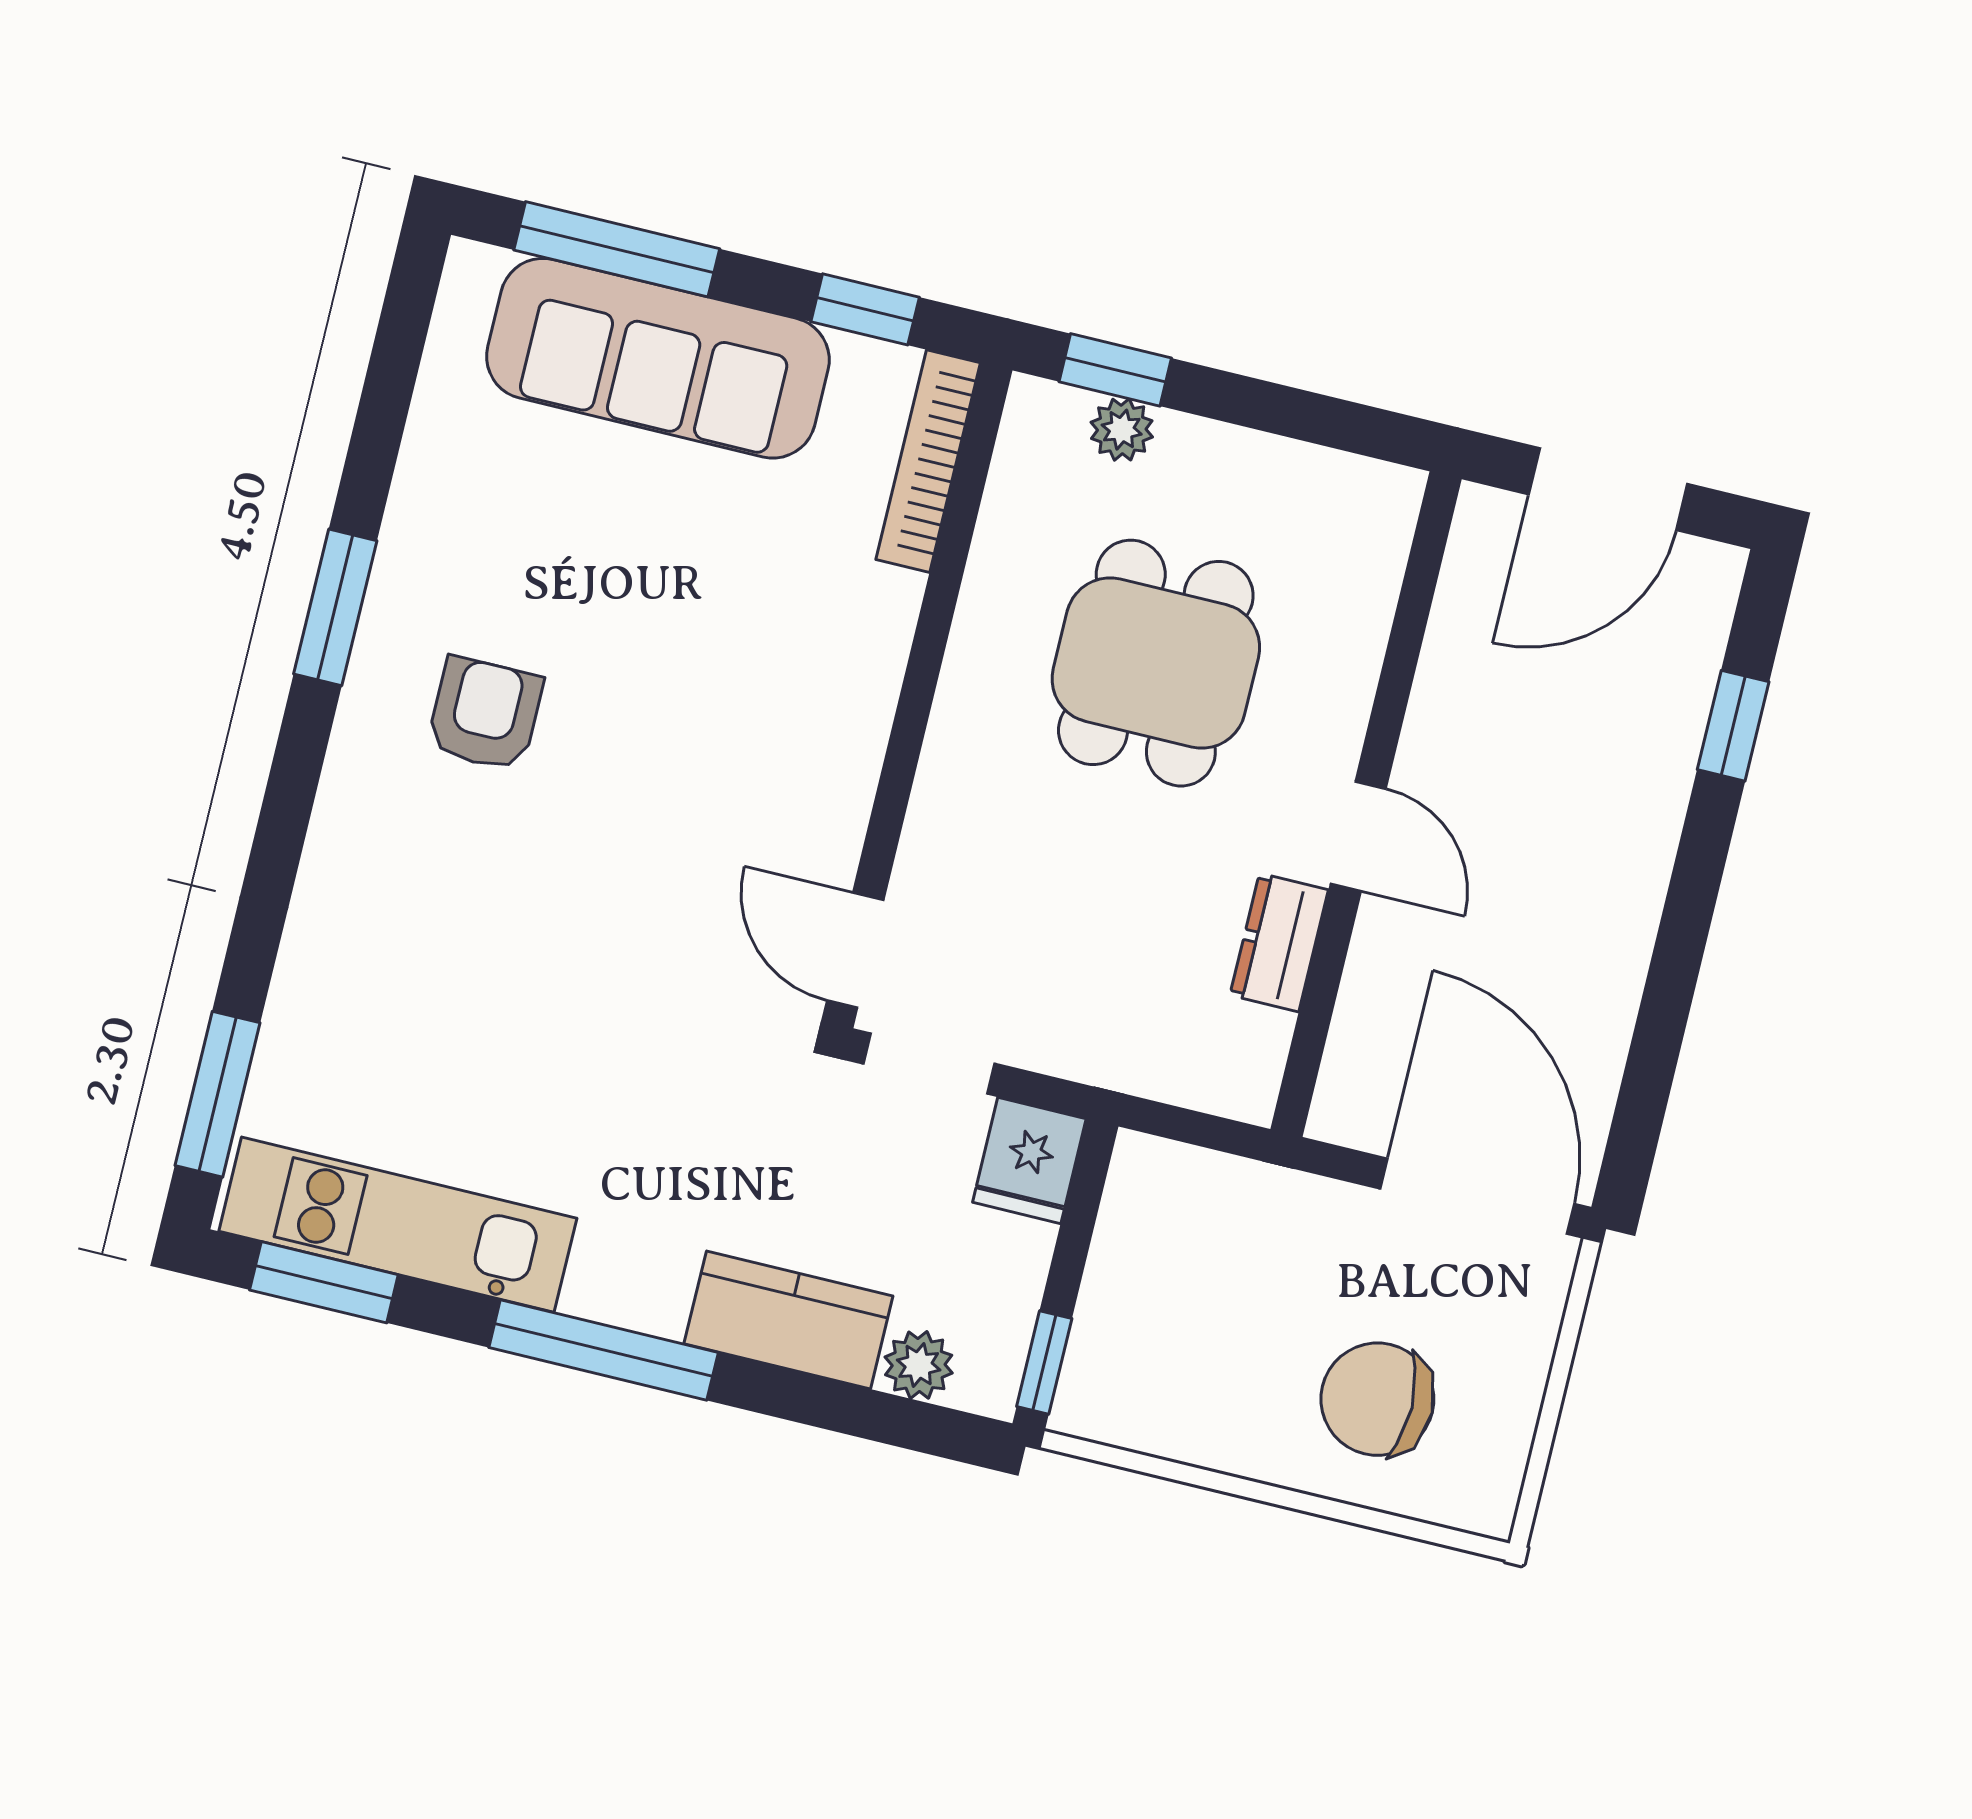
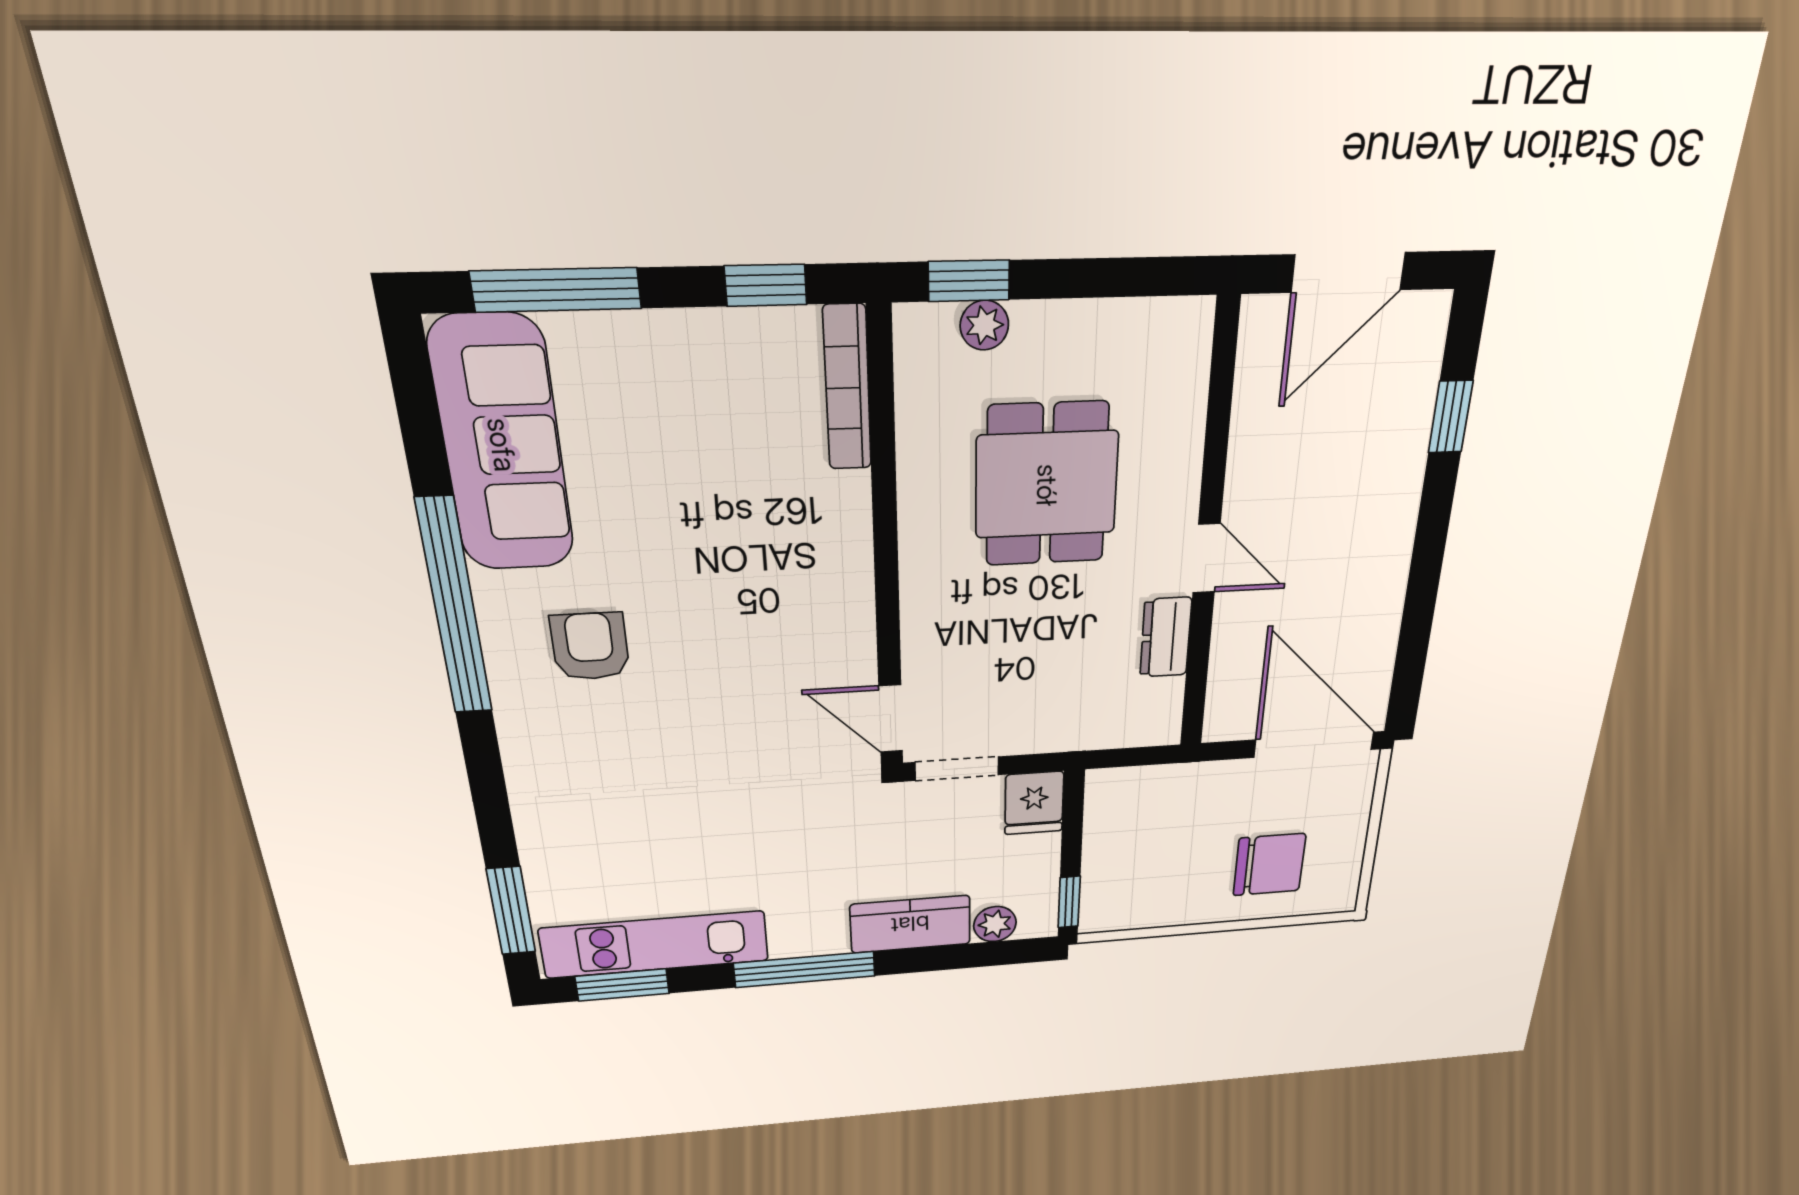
sofa: (658, 358) -> (502, 445), moved, turned -90
window: (335, 607) -> (454, 608), width x2.11
chair: (1377, 1399) -> (1269, 865), turned 180

